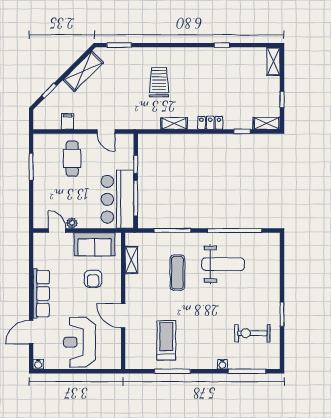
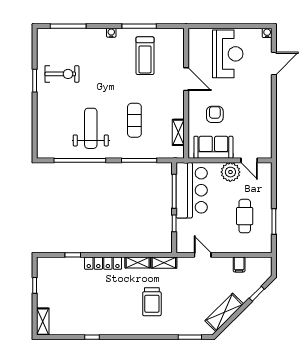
locker: (210, 123) -> (103, 263), width x1.53
shelving: (267, 123) -> (164, 263), moved
cafe table: (72, 159) -> (245, 216), moved
plant: (72, 223) -> (230, 172), width x1.87, depth x1.87
weight bench: (223, 264) -> (91, 128), turned 90
row of seats: (41, 294) -> (264, 100), removed
exercise bike: (252, 333) -> (62, 74), moved
water cooler: (222, 364) -> (111, 33), moved

